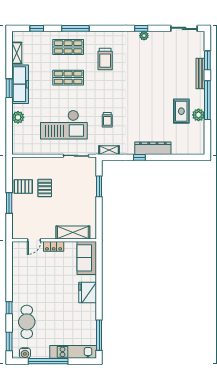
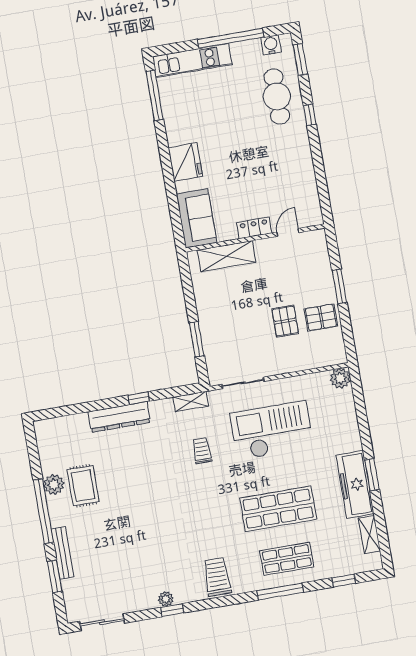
trolley: (105, 59) -> (217, 577), moved
shop shelf: (68, 78) -> (278, 509), width x1.43, depth x1.36
plant: (18, 117) -> (340, 378), moved

